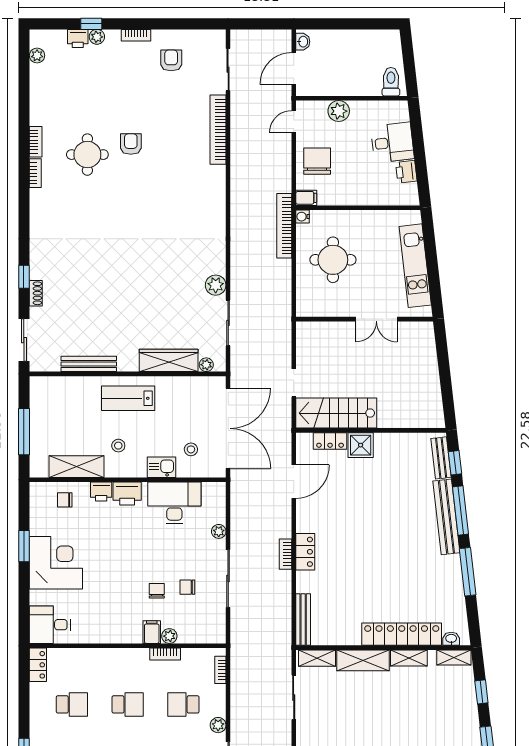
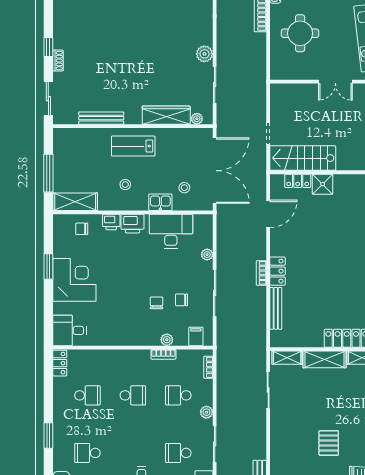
shelving: (77, 467) -> (75, 202), moved
bench: (303, 620) -> (276, 308), moved
filing cabinet: (152, 632) -> (196, 336), moved

